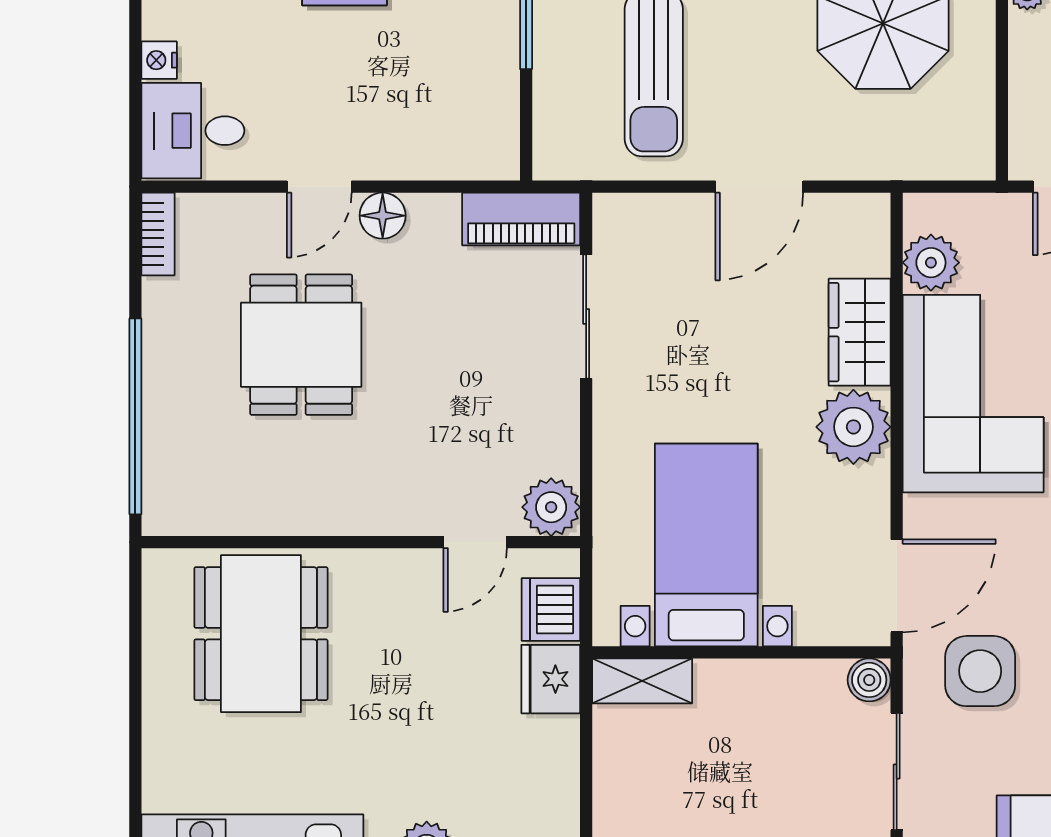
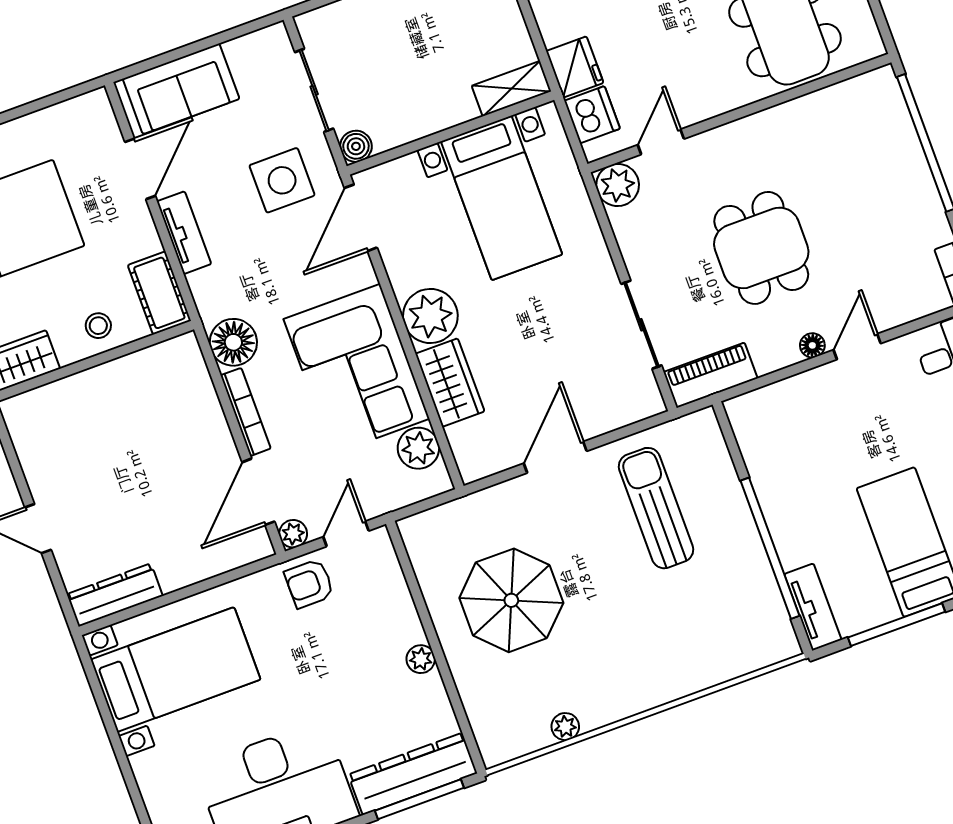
floor lamp: (383, 216) -> (812, 345), width x0.73, depth x0.73
dining table: (301, 345) -> (761, 248), moved

